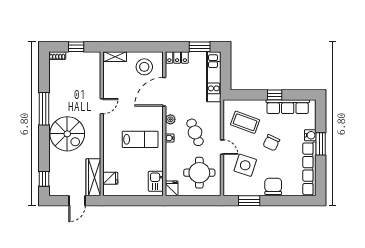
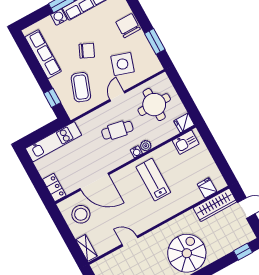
window: (200, 47) -> (32, 171), removed
window: (275, 95) -> (52, 98), moved
door: (102, 106) -> (130, 241), moved
plant: (170, 119) -> (146, 146), moved
cafe table: (195, 132) -> (117, 130), turned 32
chair: (273, 186) -> (128, 26), turned 90

